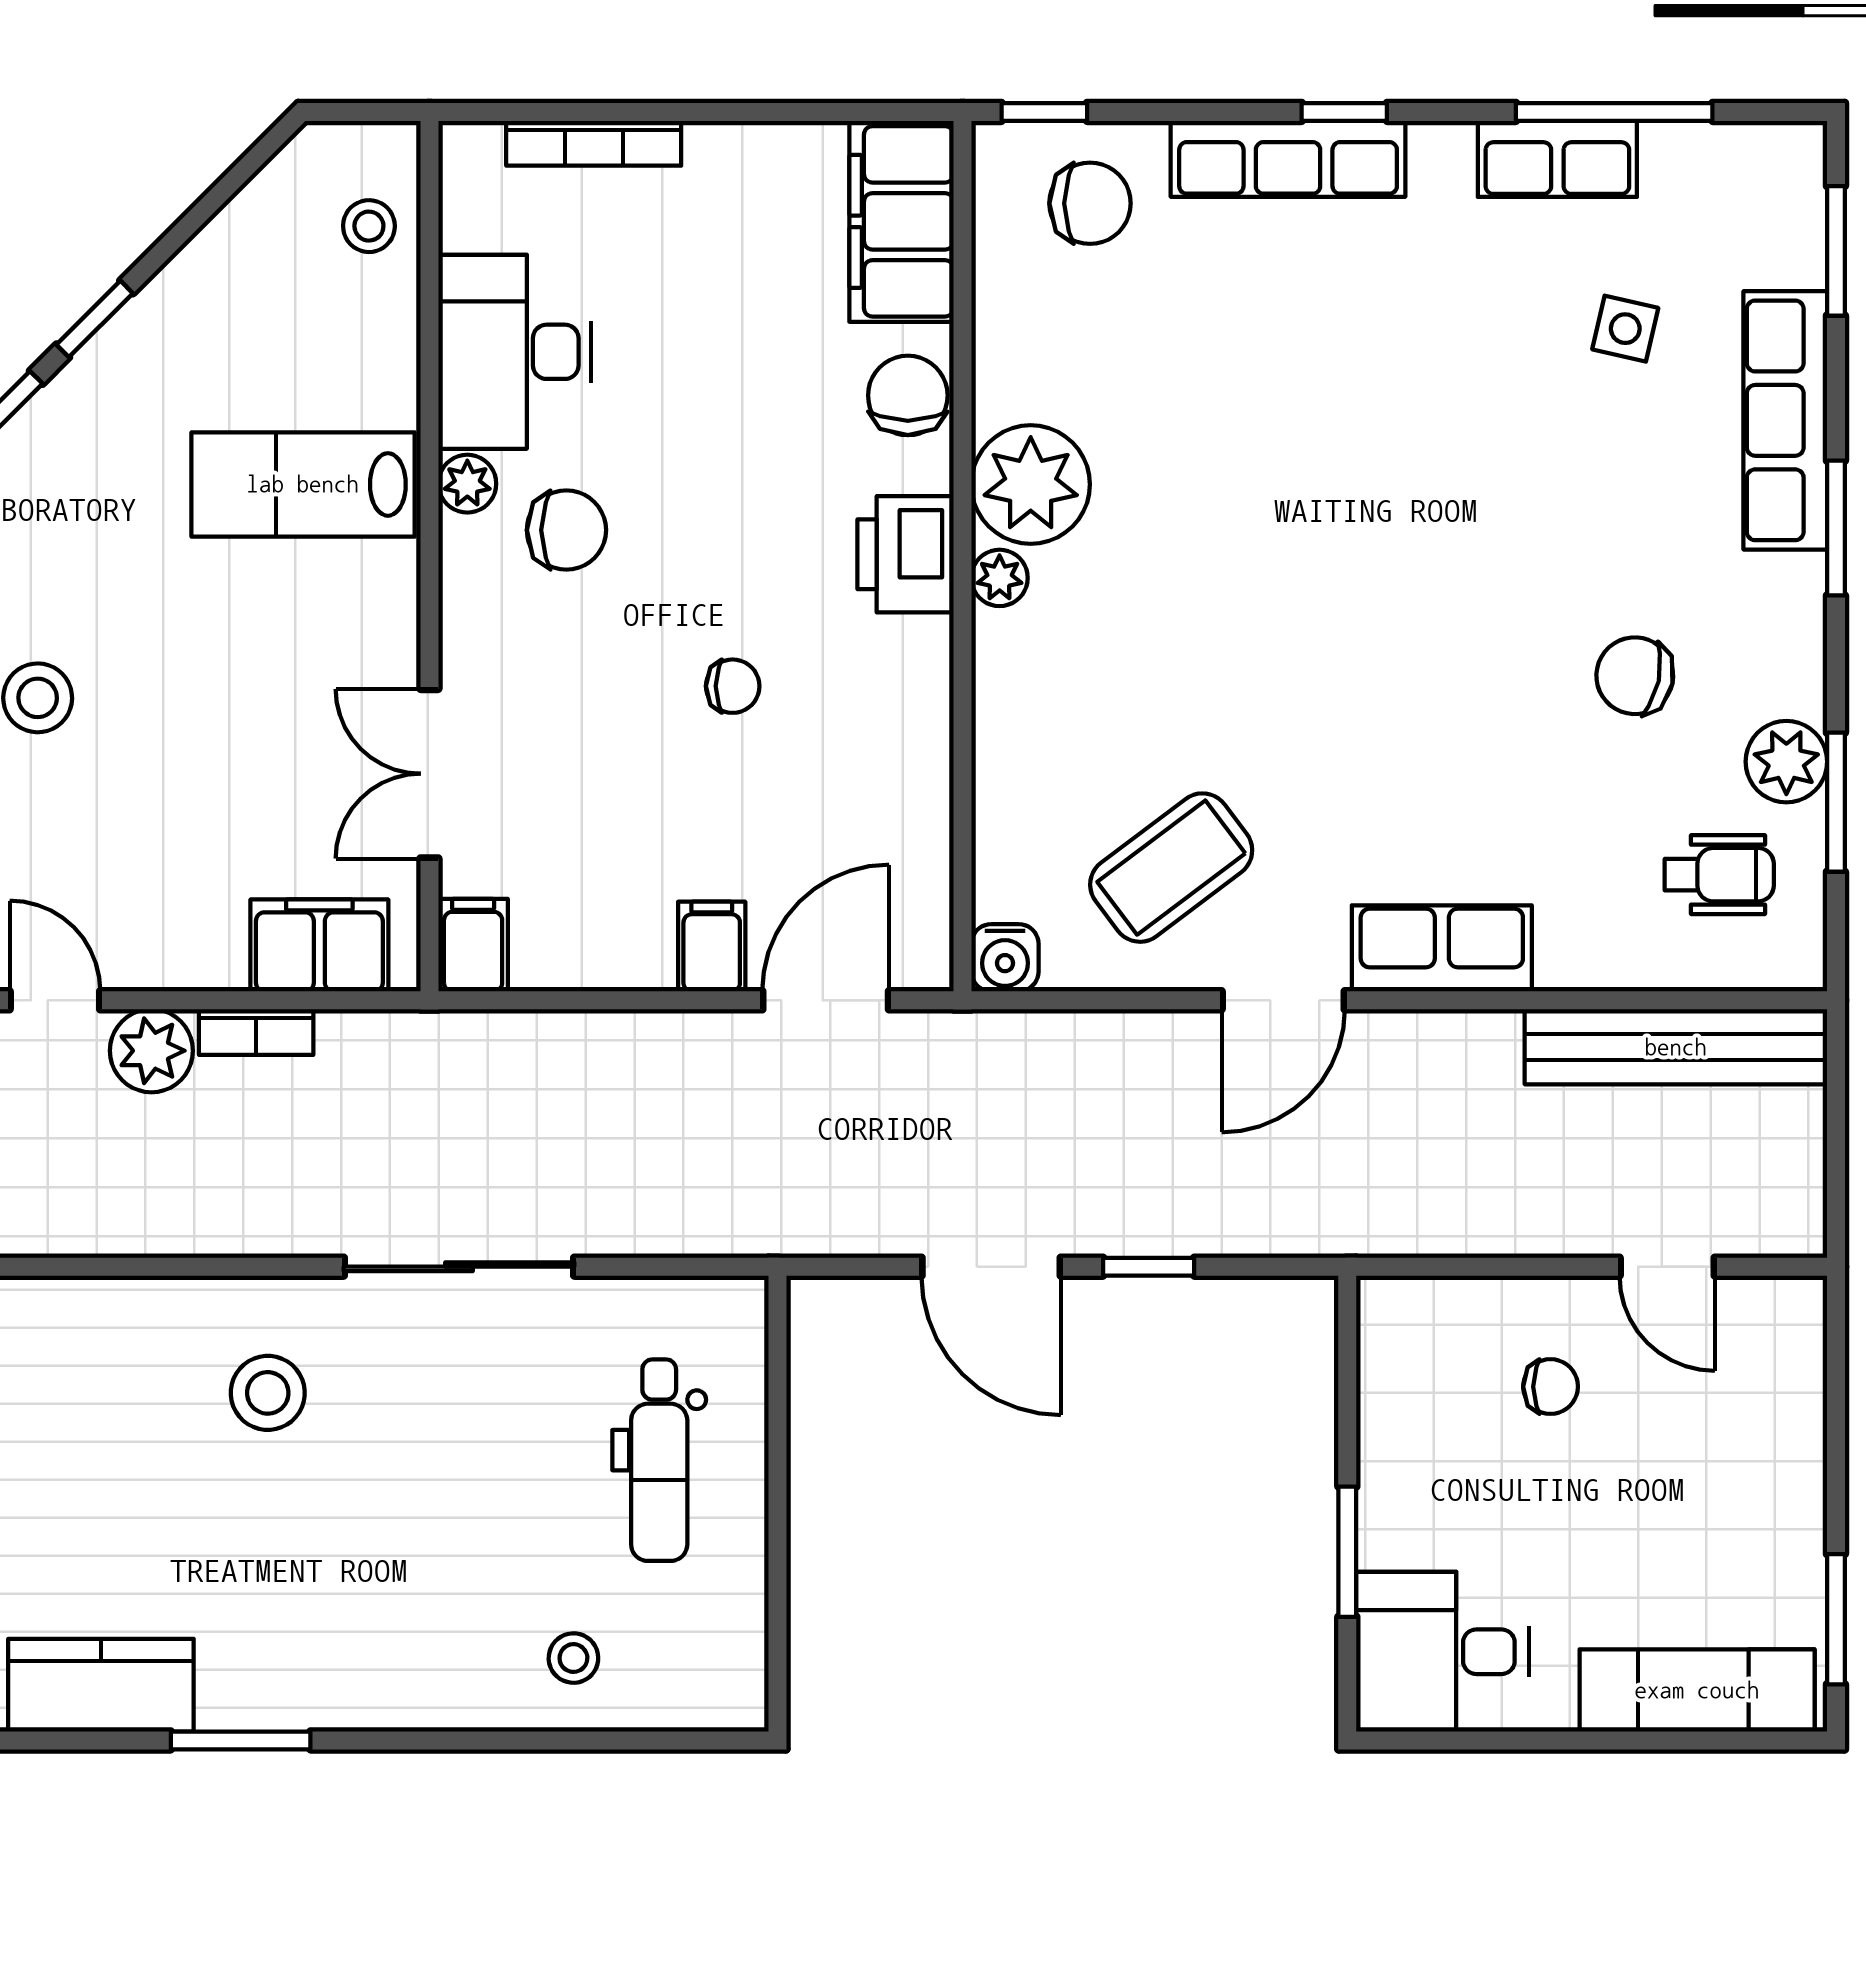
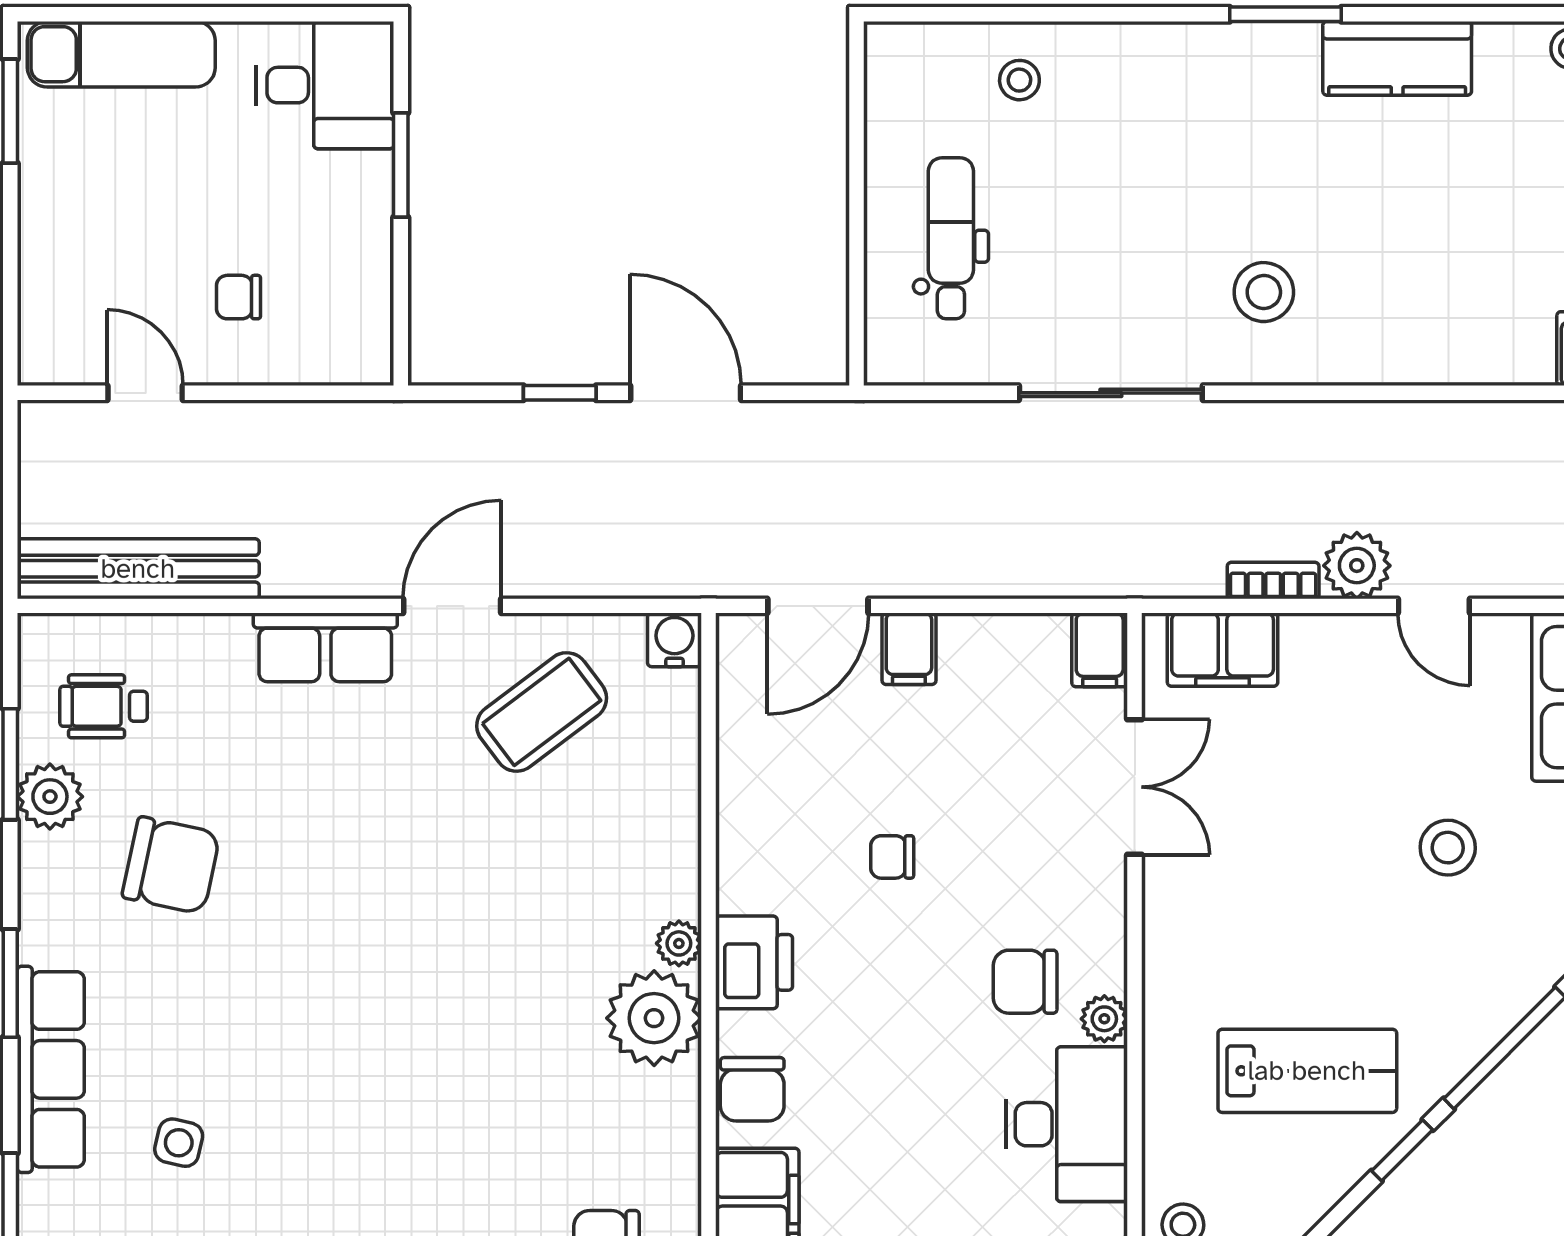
lab bench: (303, 484) -> (1307, 1071), moved
chair: (1635, 676) -> (171, 865), width x1.37, depth x1.37

